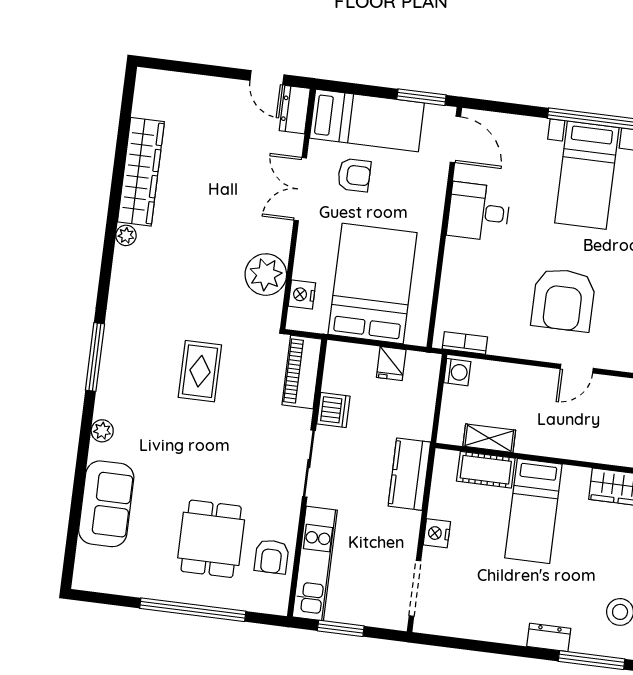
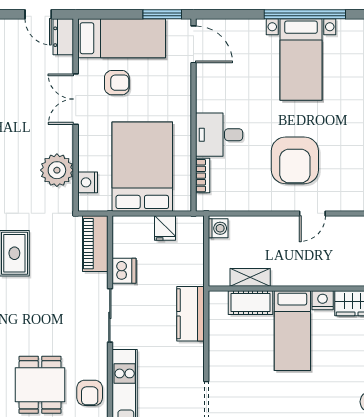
desk: (479, 212) -> (219, 135), moved
bookcase: (465, 343) -> (203, 176), moved, turned 90
nightstand: (437, 533) -> (323, 300), moved, turned 90

